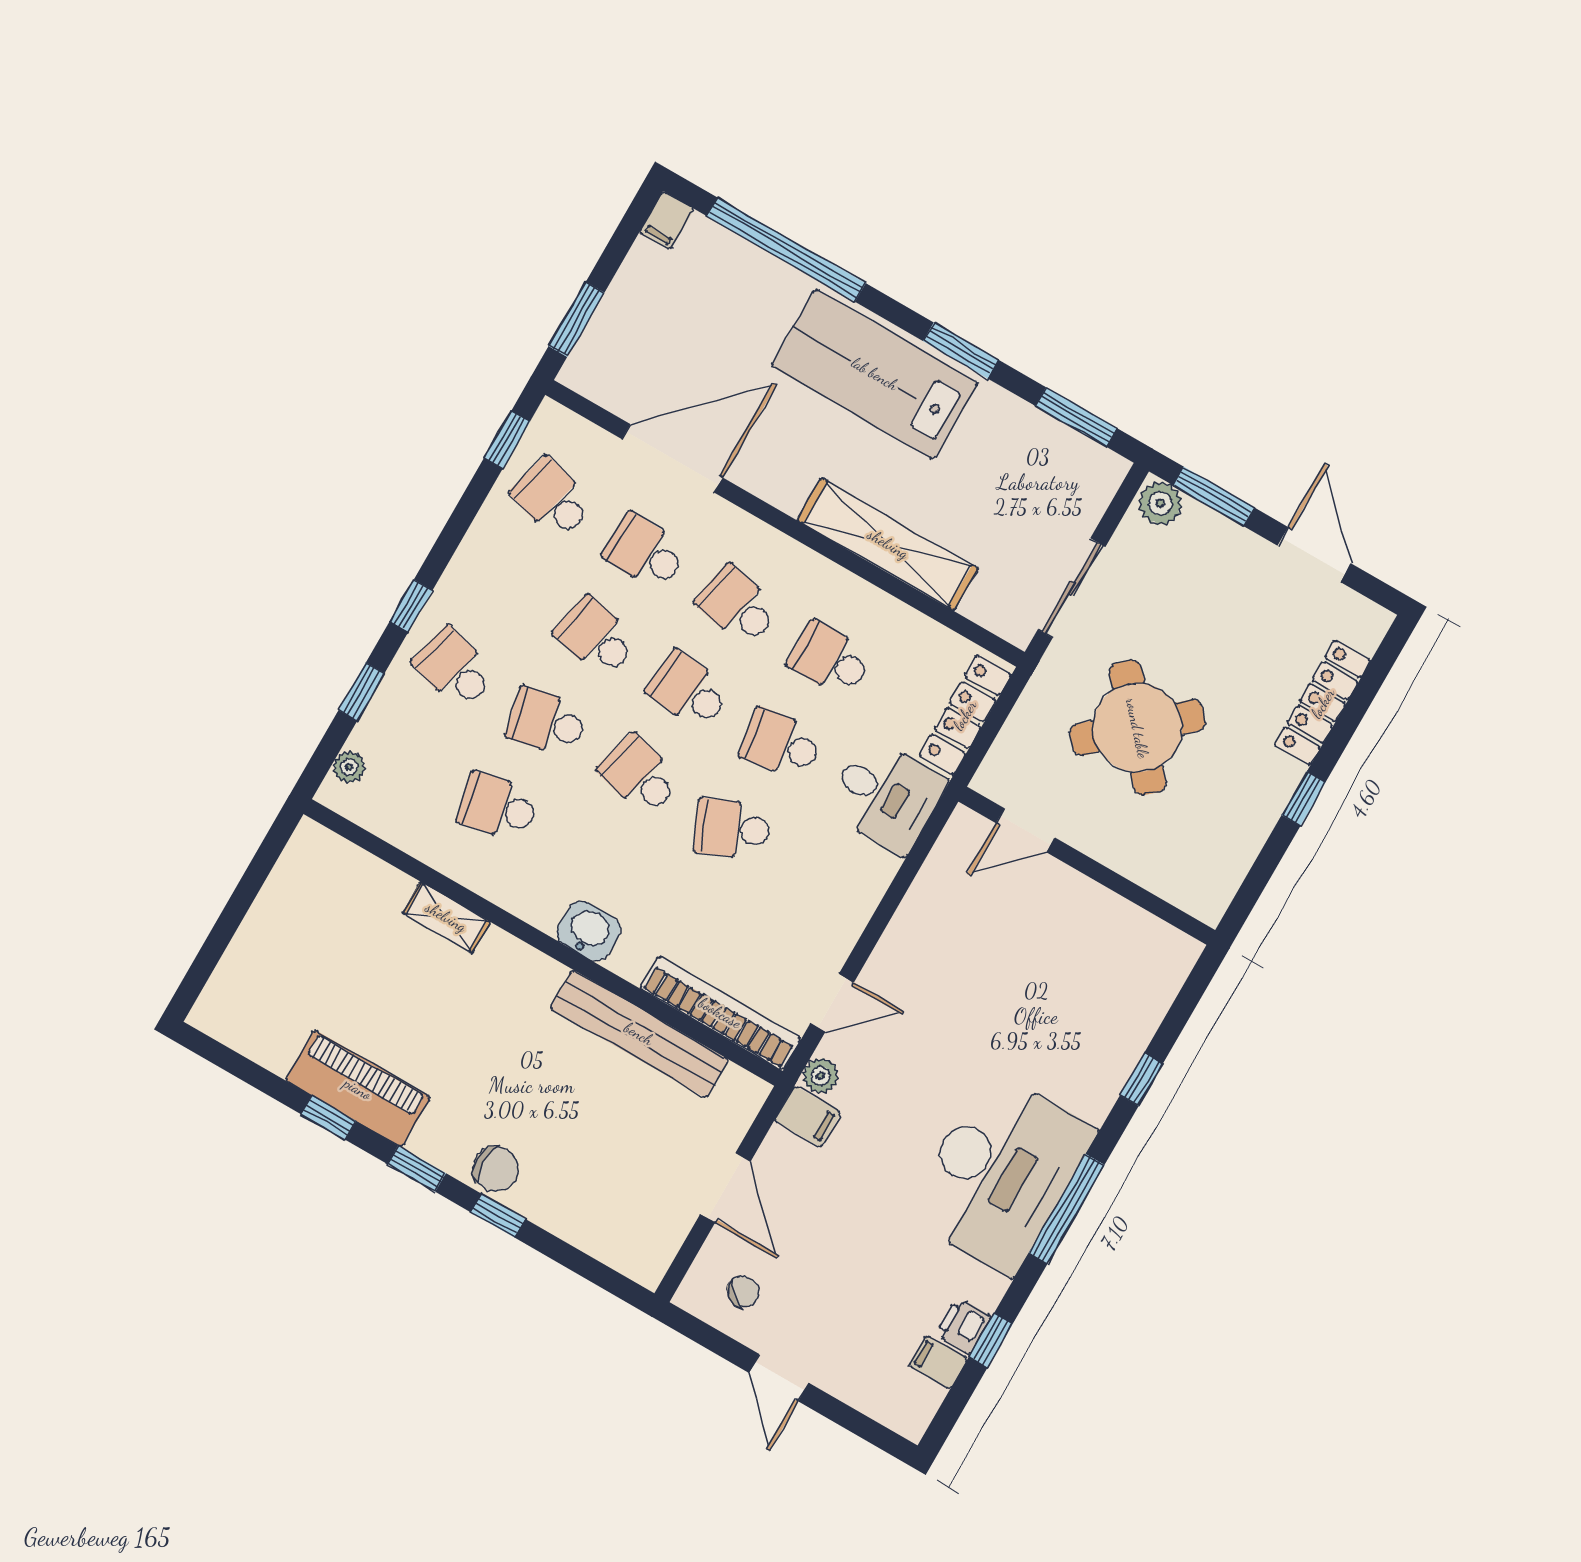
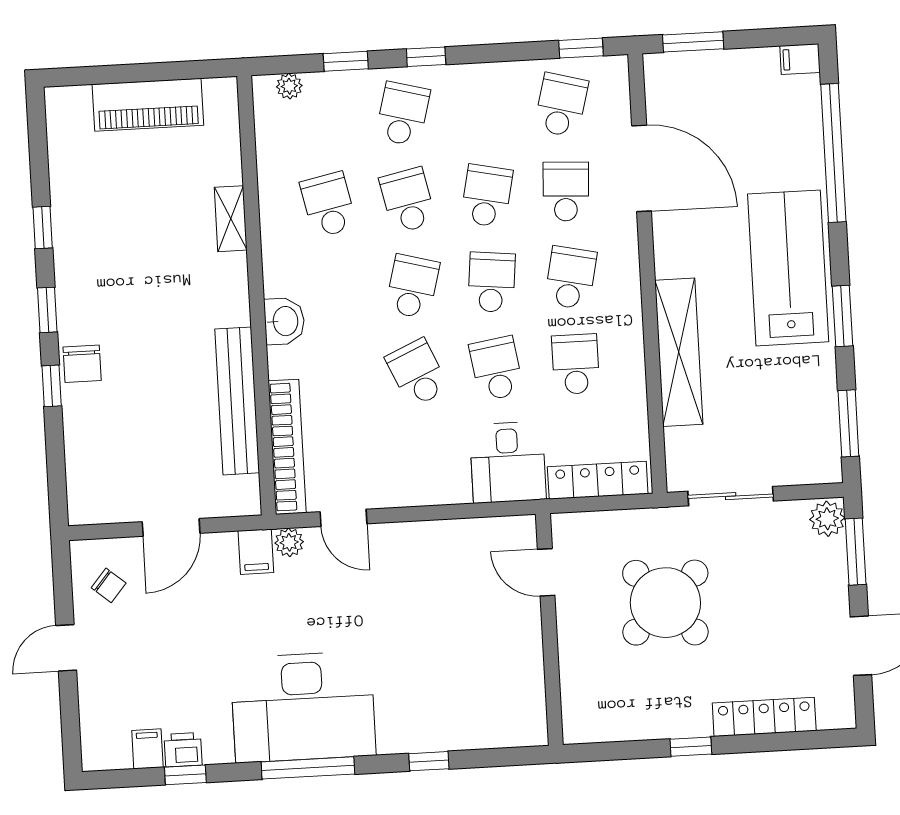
piano: (358, 1089) -> (148, 105), moved, turned 90

